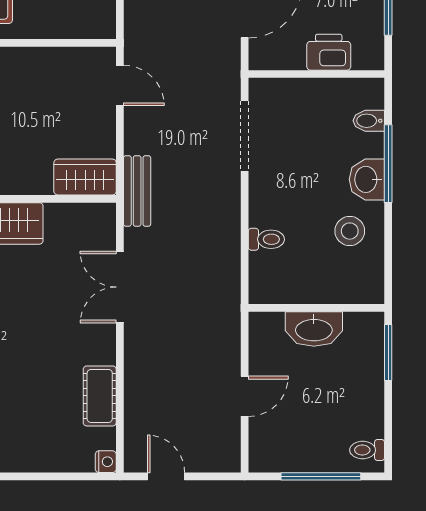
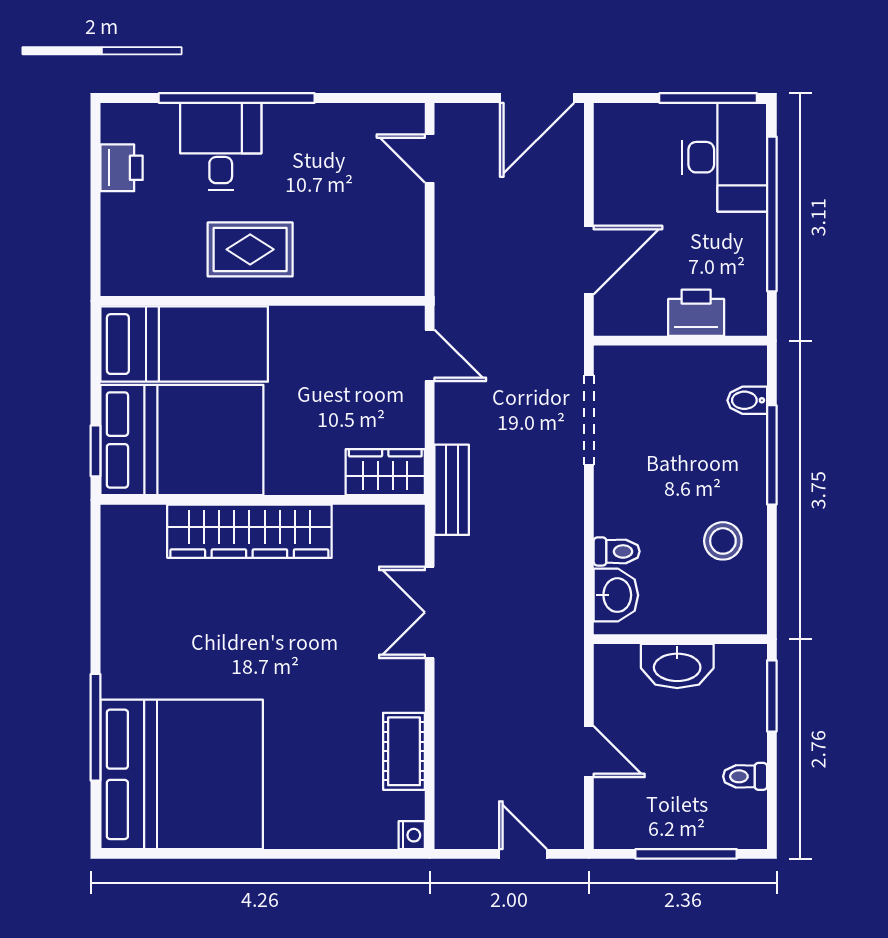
washbasin: (367, 179) -> (616, 595), moved, turned 180
door: (245, 396) -> (589, 752), hinge flipped
toilet: (367, 450) -> (745, 776), moved
door: (166, 476) -> (523, 854), moved

